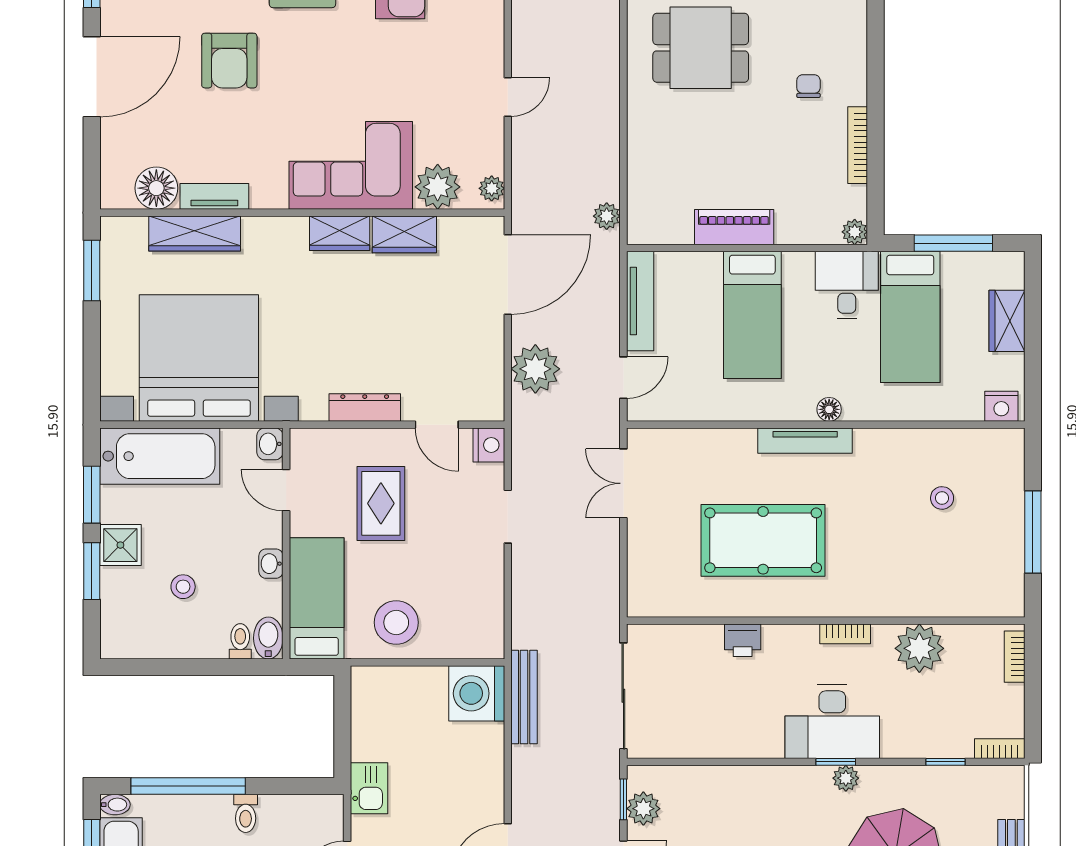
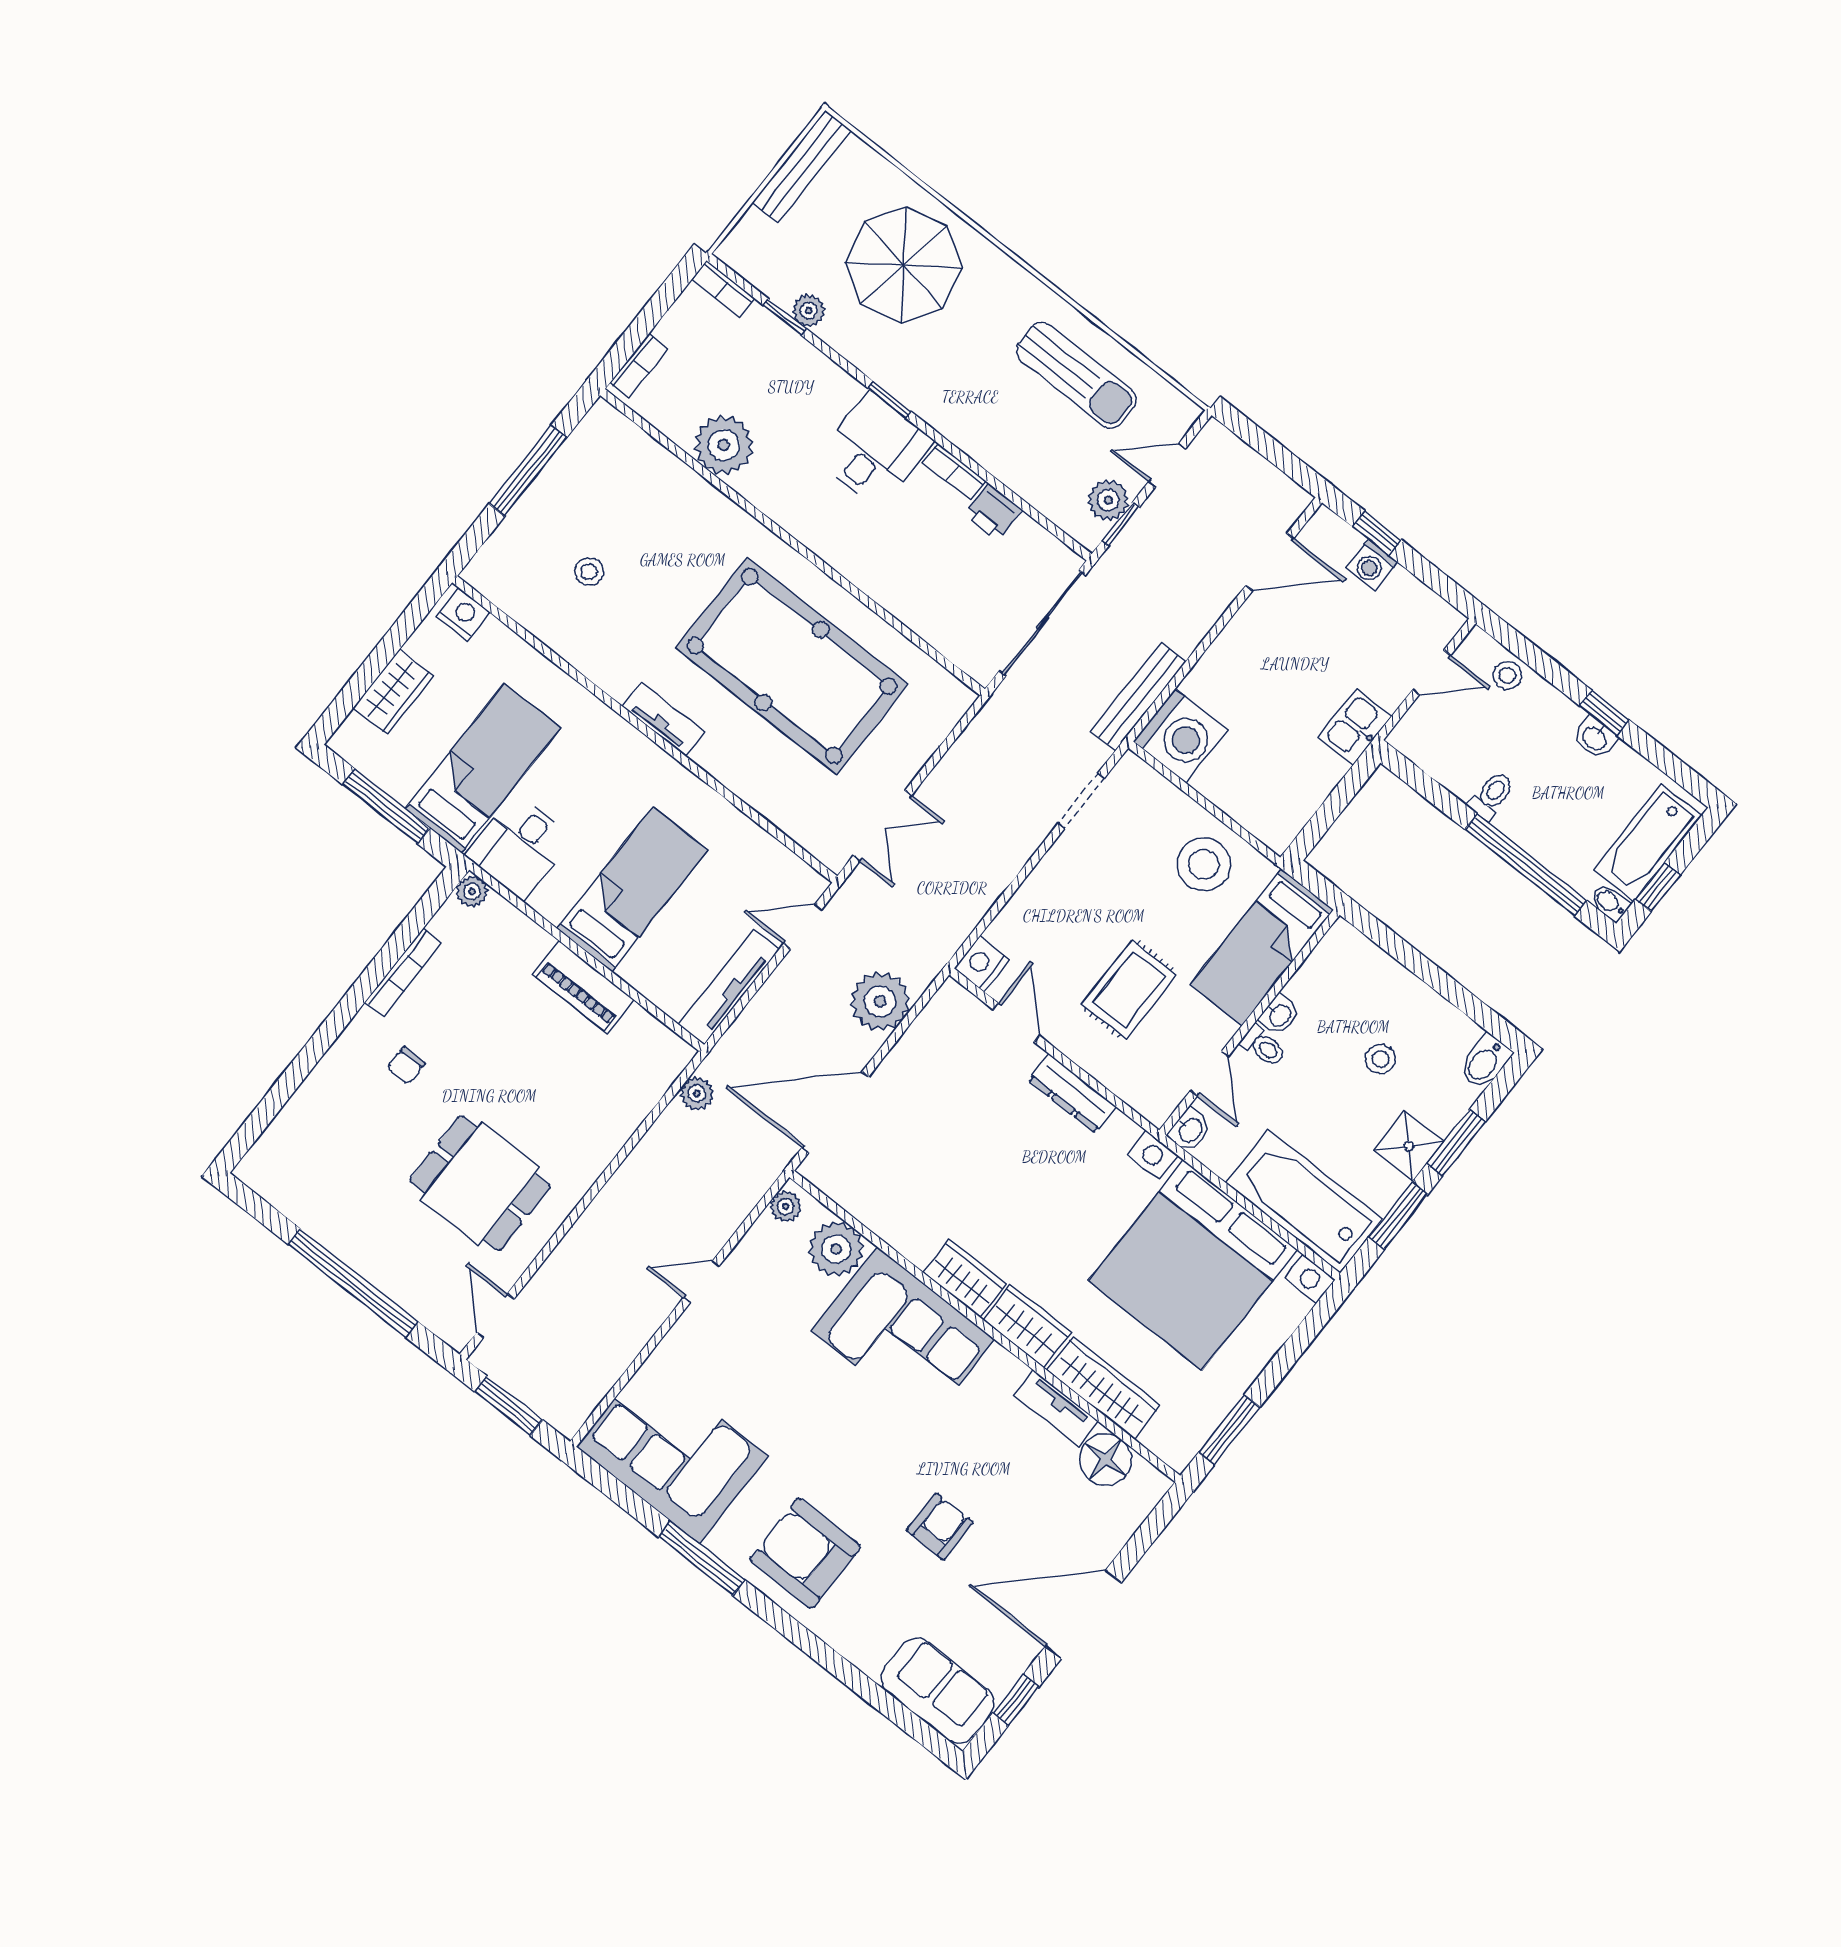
armchair: (229, 61) -> (940, 1526), width x0.72, depth x0.72
wardrobe: (404, 234) -> (1027, 1326), moved
floor lamp: (829, 409) -> (630, 741), removed
tv unit: (805, 441) -> (664, 719), width x0.71
doorway: (508, 517) -> (1081, 801), moved
pool table: (763, 540) -> (792, 666), width x1.36, depth x1.32
bookcase: (845, 634) -> (954, 471), moved, turned 180
bidet: (268, 638) -> (1485, 1062), moved
printer: (743, 640) -> (993, 512), moved, turned 180
toilet: (240, 641) -> (1263, 1046), moved, turned -90
desk: (832, 722) -> (875, 450), width x0.73
plant: (846, 778) -> (809, 311), moved

